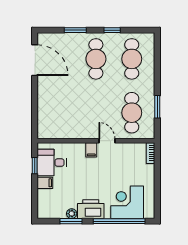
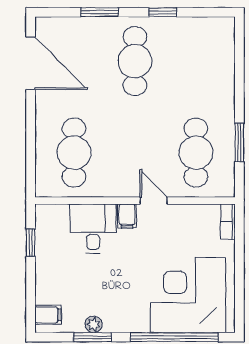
cafe table: (132, 59) -> (74, 153), moved
desk: (52, 163) -> (93, 229), moved, turned 90
filing cabinet: (45, 183) -> (48, 315), moved
corner desk: (127, 202) -> (188, 295), width x1.36, depth x1.36
printer: (91, 209) -> (126, 317), removed

